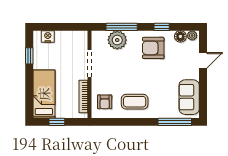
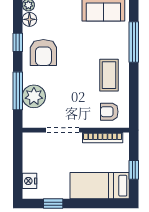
armchair: (105, 102) -> (109, 112), turned 180
window: (175, 122) -> (134, 42), moved

